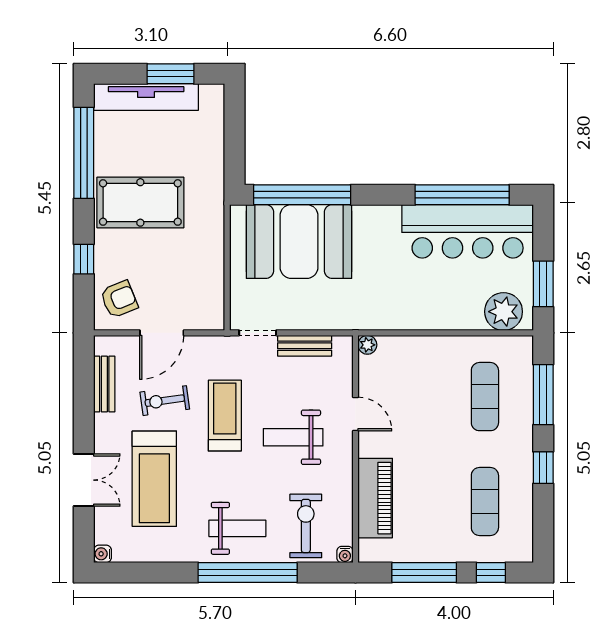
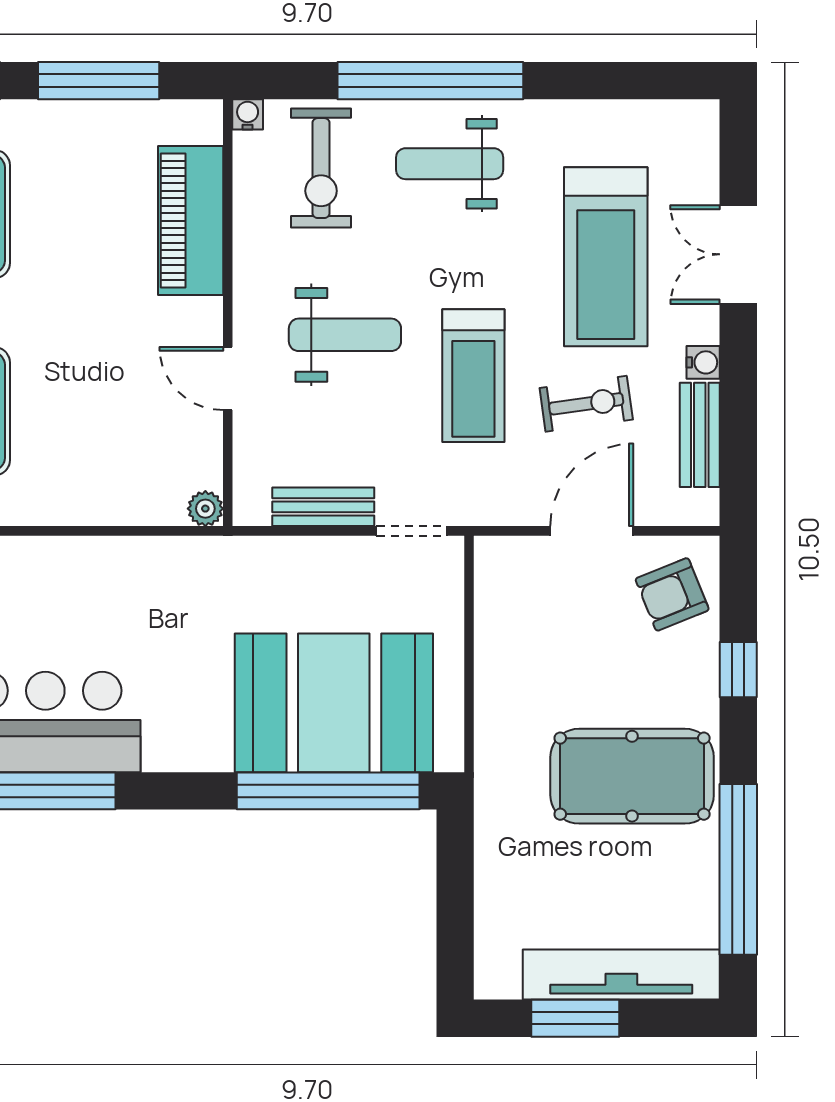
treadmill: (154, 479) -> (606, 257), turned 180
water cooler: (103, 554) -> (703, 362), moved

